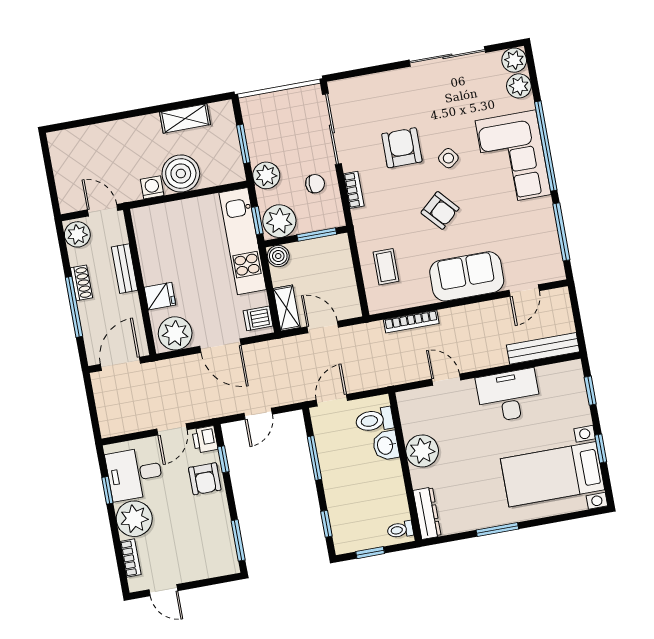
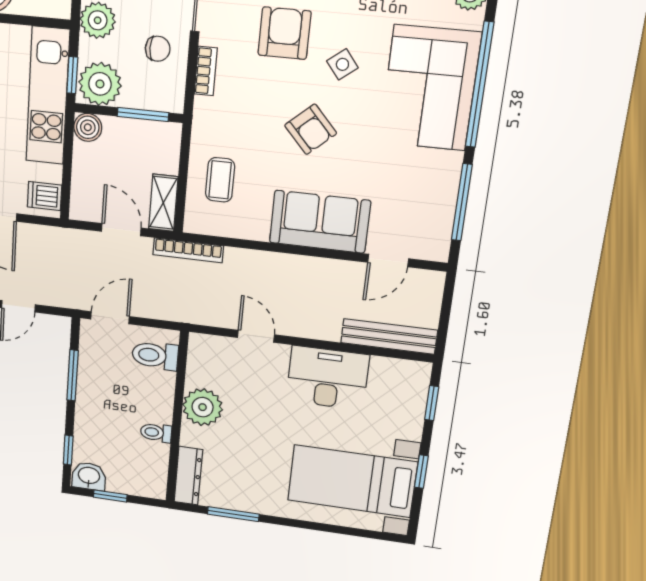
shelving: (287, 308) -> (163, 203), moved
bookcase: (411, 322) -> (188, 250), moved
washbasin: (386, 445) -> (89, 476), moved, turned 90
window: (497, 529) -> (233, 514), moved
toilet: (400, 530) -> (156, 433), moved

